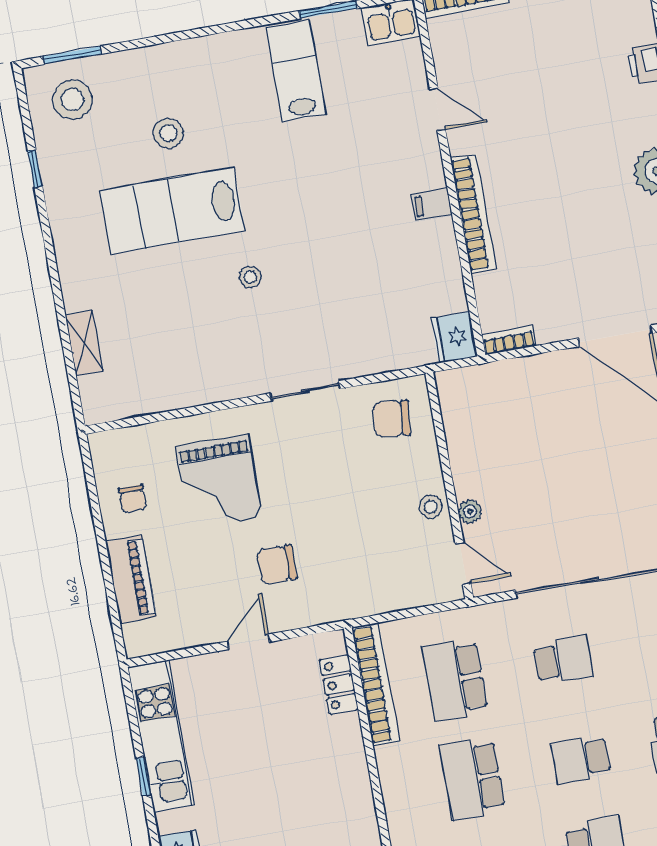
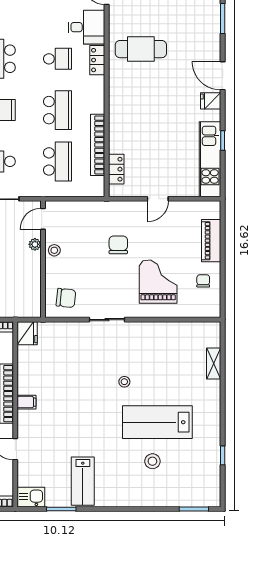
stool: (72, 100) -> (198, 487), removed
lab bench: (172, 210) -> (157, 422), turned 180
door: (463, 564) -> (43, 219), hinge flipped
chair: (277, 565) -> (118, 245), moved, turned -90
bookcase: (376, 684) -> (98, 145), moved

